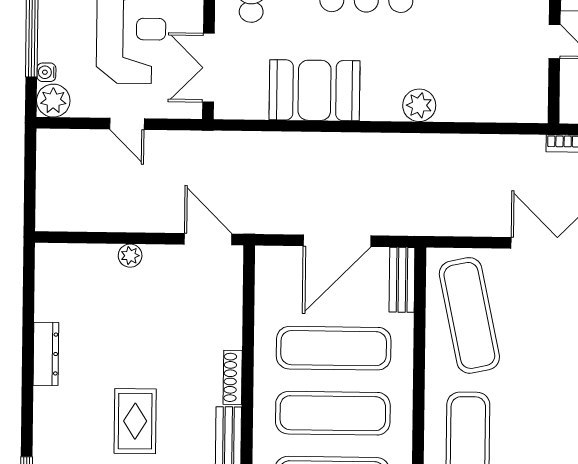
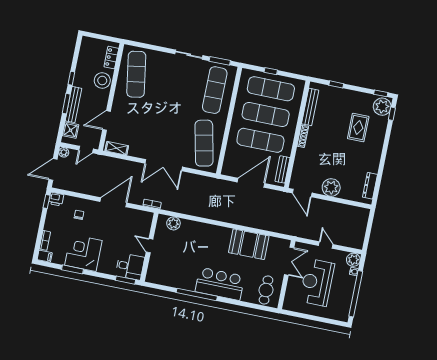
plant: (419, 105) -> (173, 223), moved
plant: (130, 256) -> (331, 187), width x1.87, depth x1.87
bench: (402, 280) -> (282, 169), moved
dresser: (46, 354) -> (370, 186), moved
rug: (135, 421) -> (358, 127), moved

